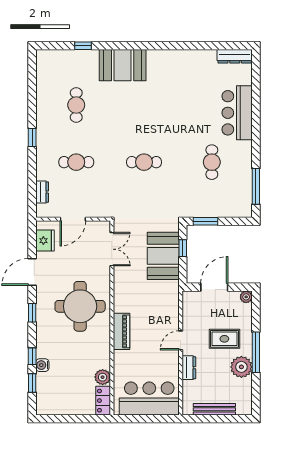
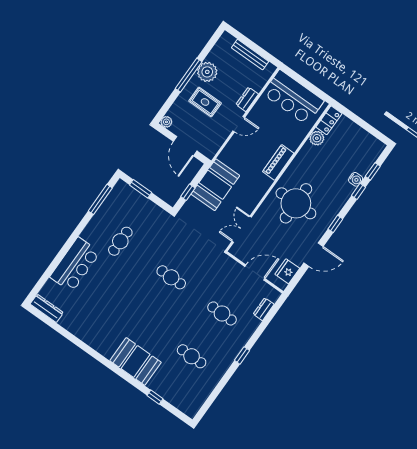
cafe table: (76, 105) -> (192, 356), turned 90
window: (206, 221) -> (141, 189), moved
booth: (163, 256) -> (215, 185), moved
door: (214, 287) -> (185, 146), hinge flipped

